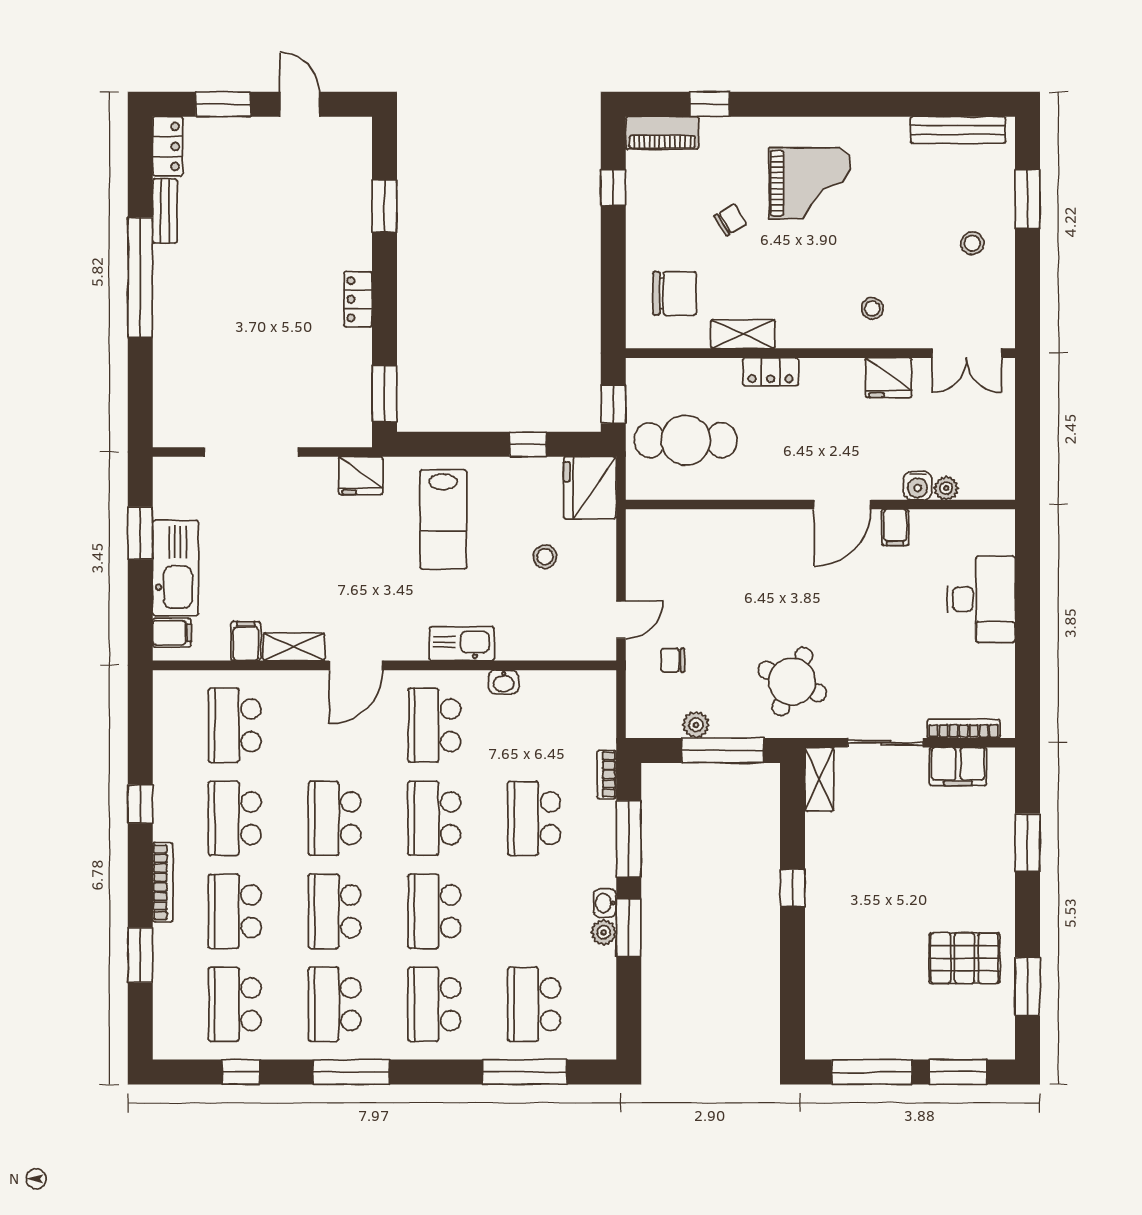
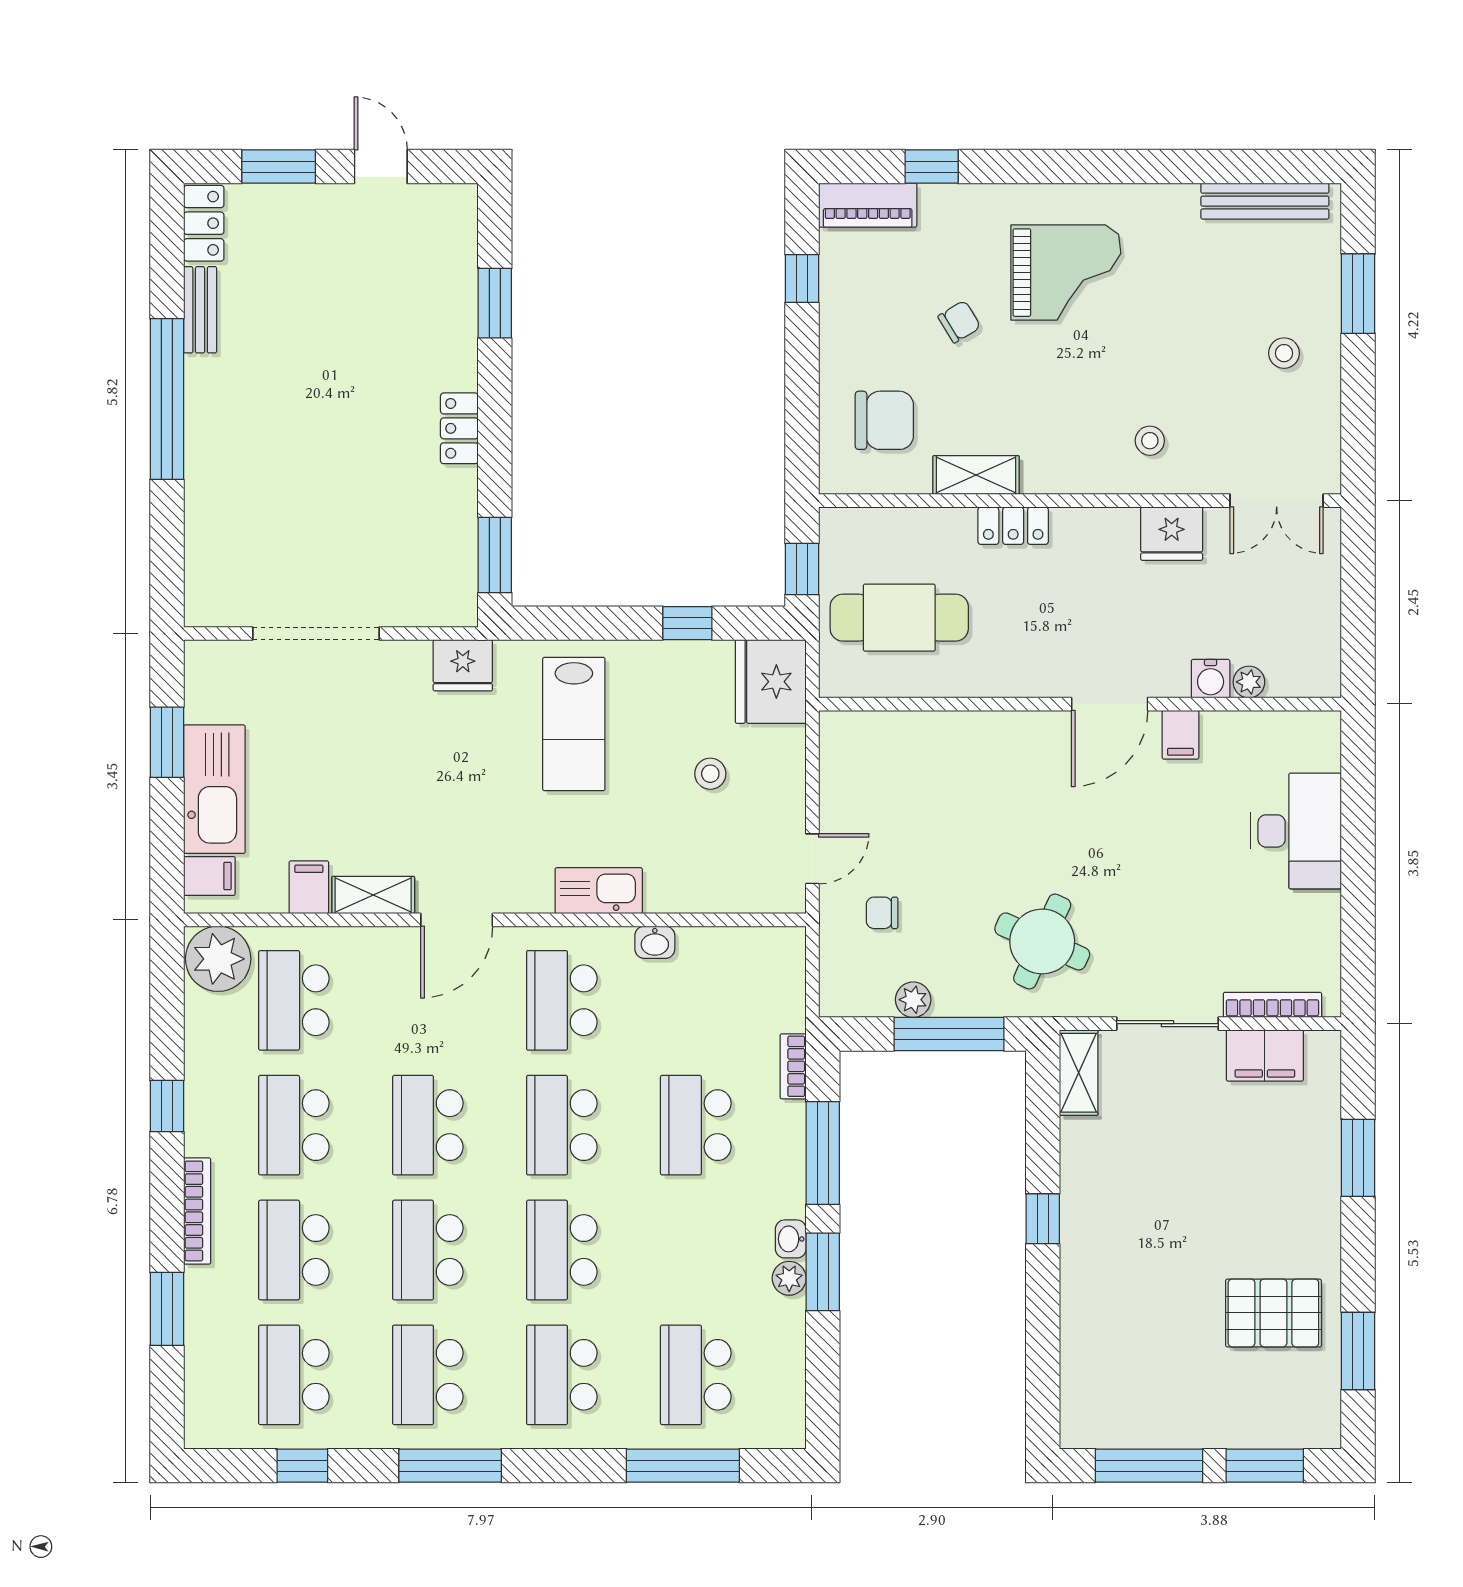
plant: (178, 694) -> (218, 959), added

